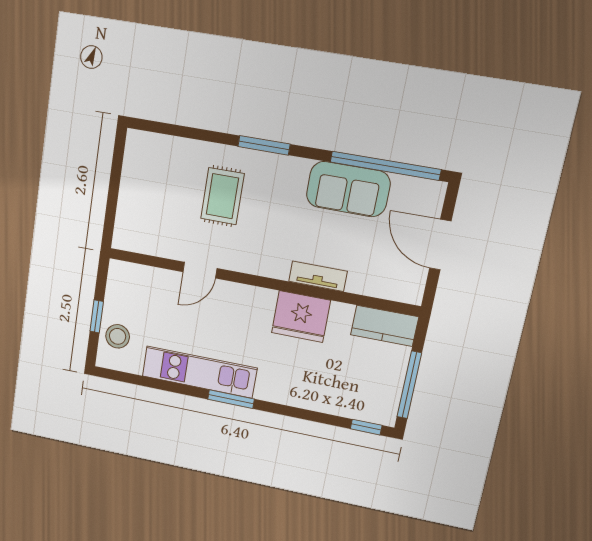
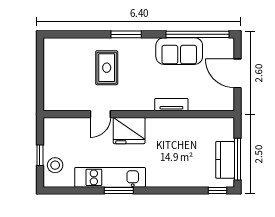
fridge: (301, 317) -> (129, 131), moved
kitchen counter: (384, 326) -> (225, 160), moved, turned 90
window: (231, 399) -> (119, 191), moved

